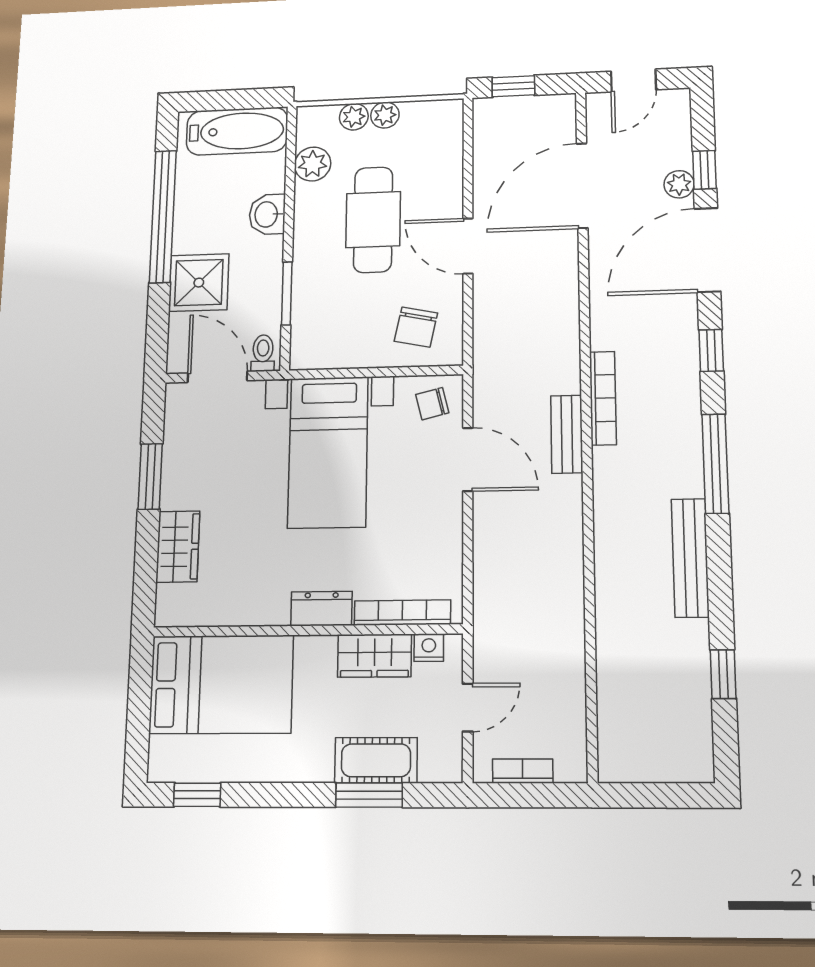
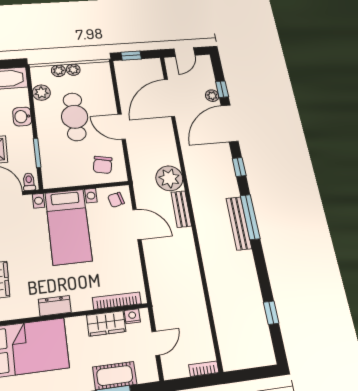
plant: (552, 365) -> (169, 178), added
bookcase: (603, 398) -> (195, 191), removed
bench: (690, 558) -> (239, 223), moved
dresser: (321, 609) -> (55, 306), moved
bookcase: (523, 771) -> (204, 369), moved

